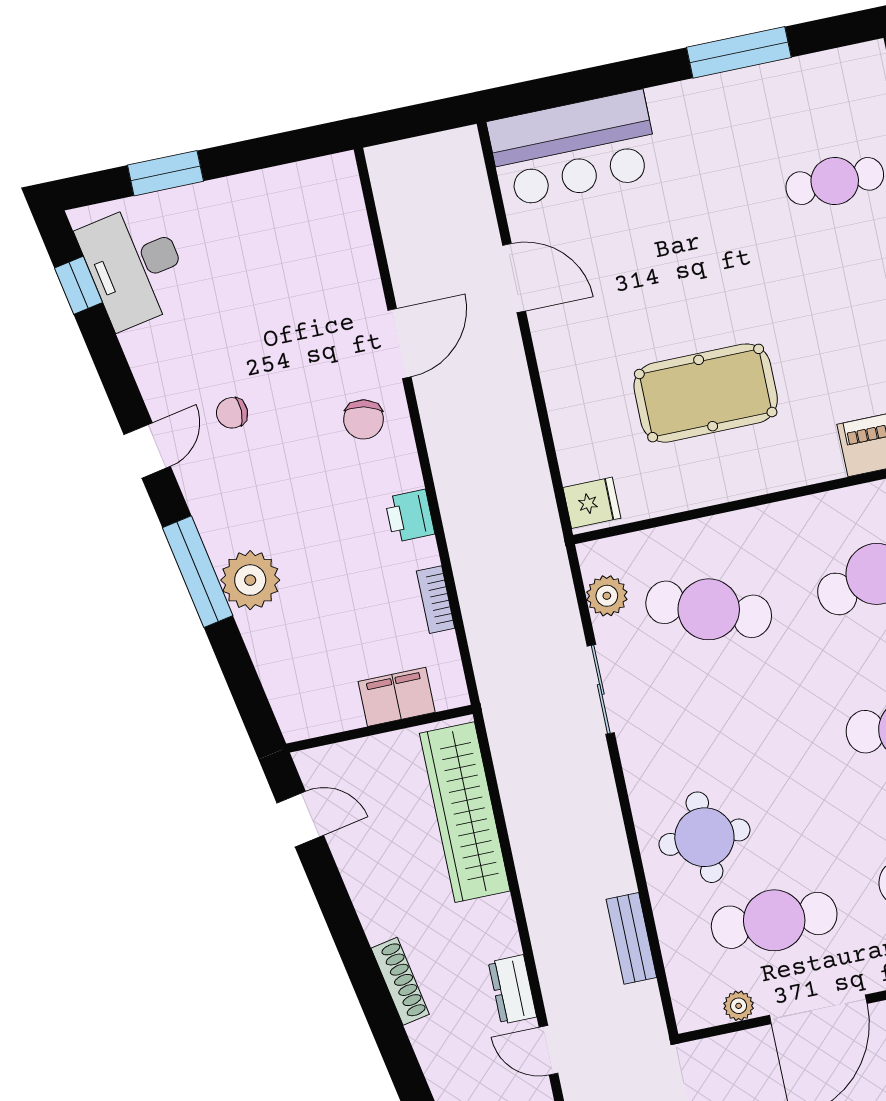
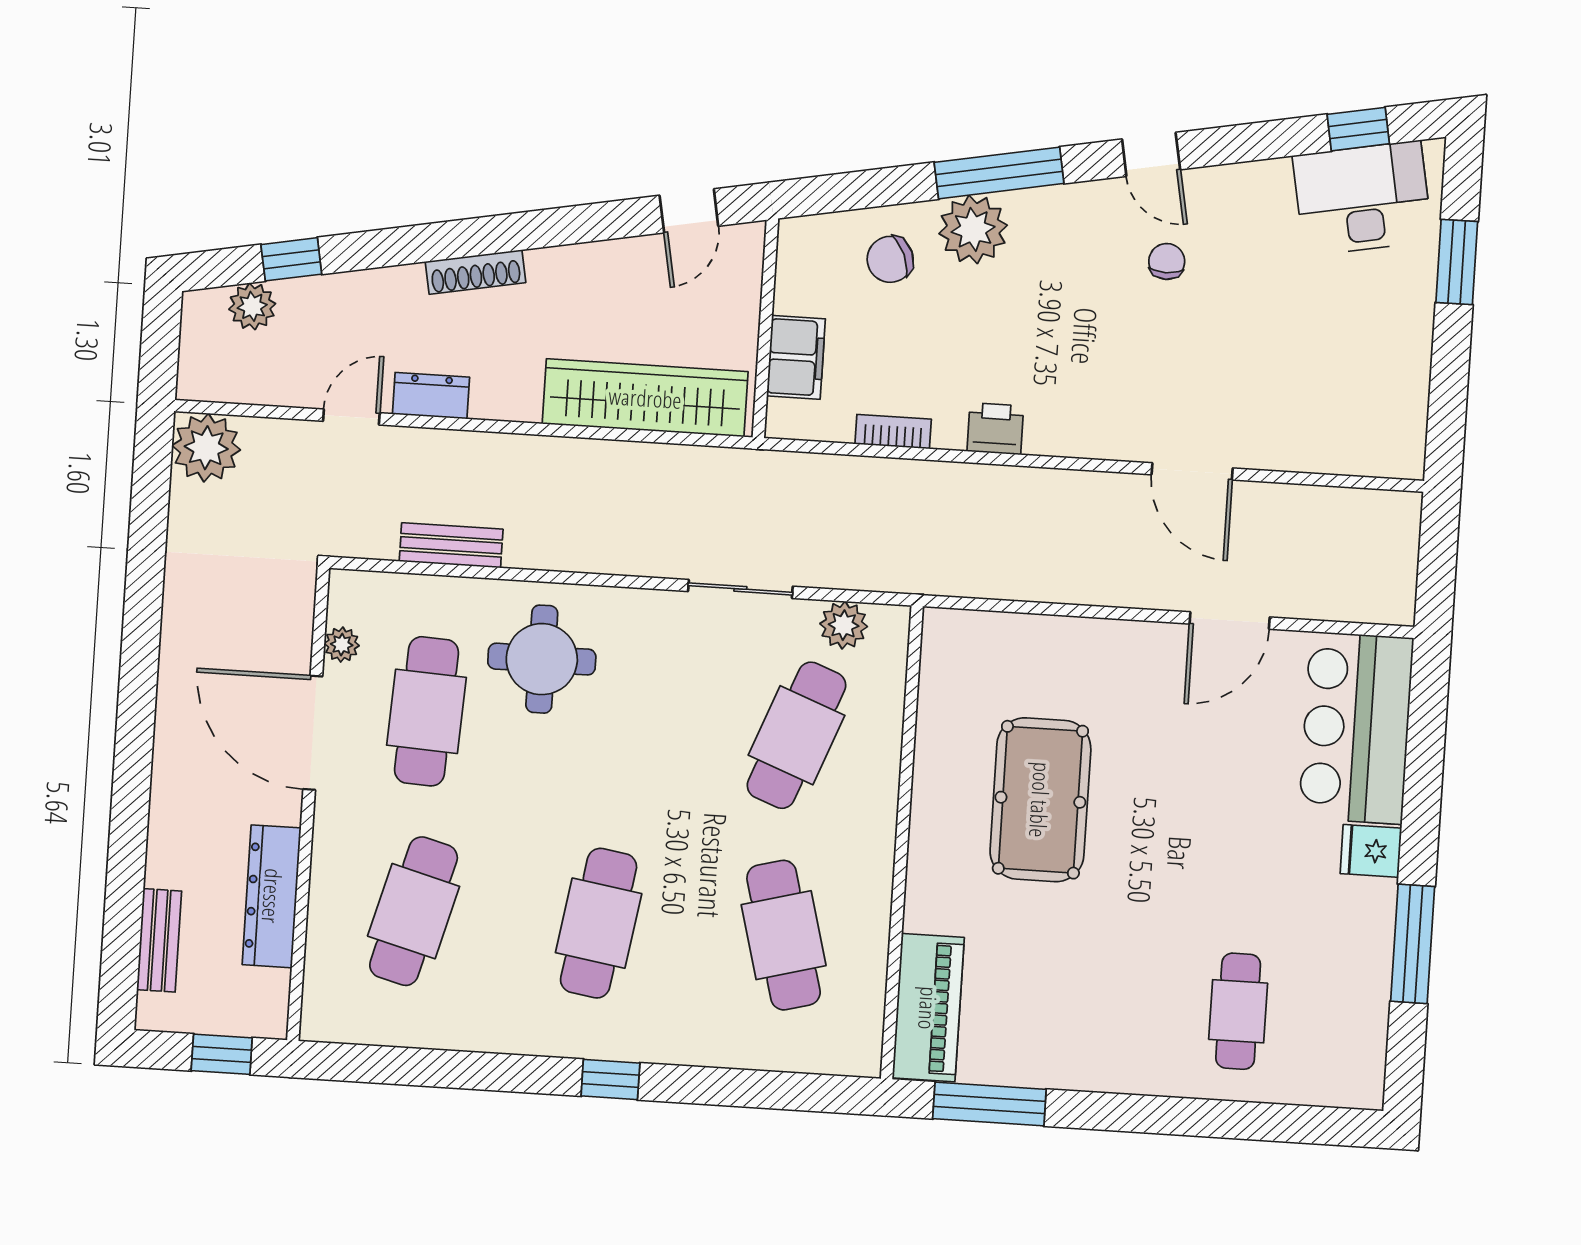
chair: (364, 419) -> (890, 259), moved, turned -36
fridge: (592, 503) -> (1371, 851), moved, turned 90

